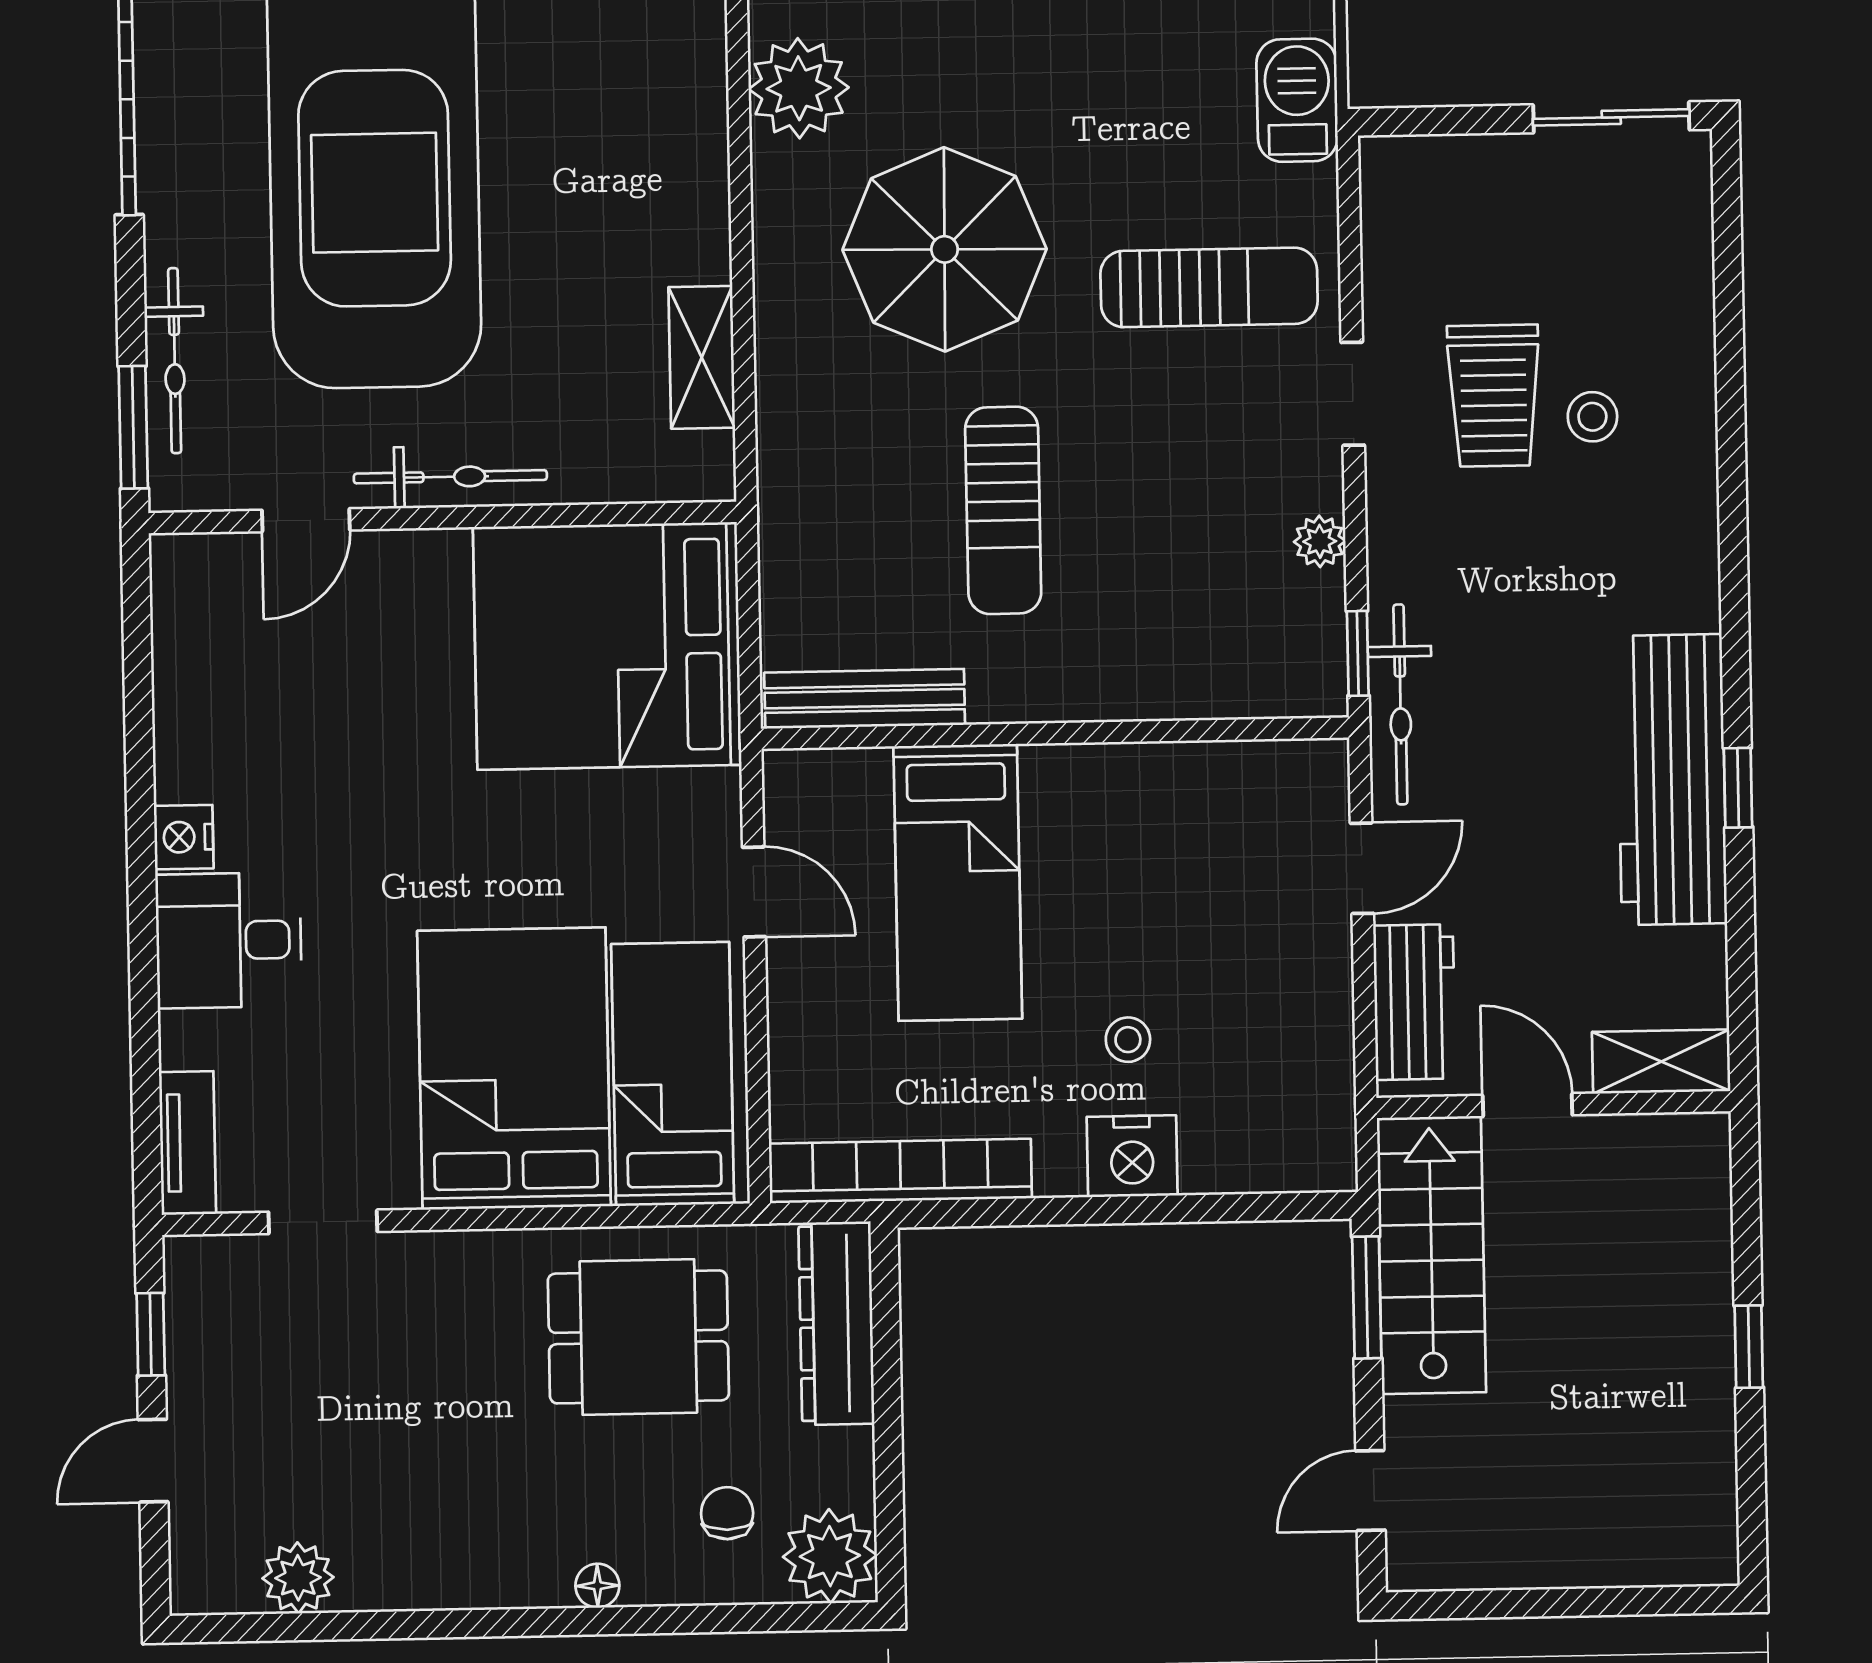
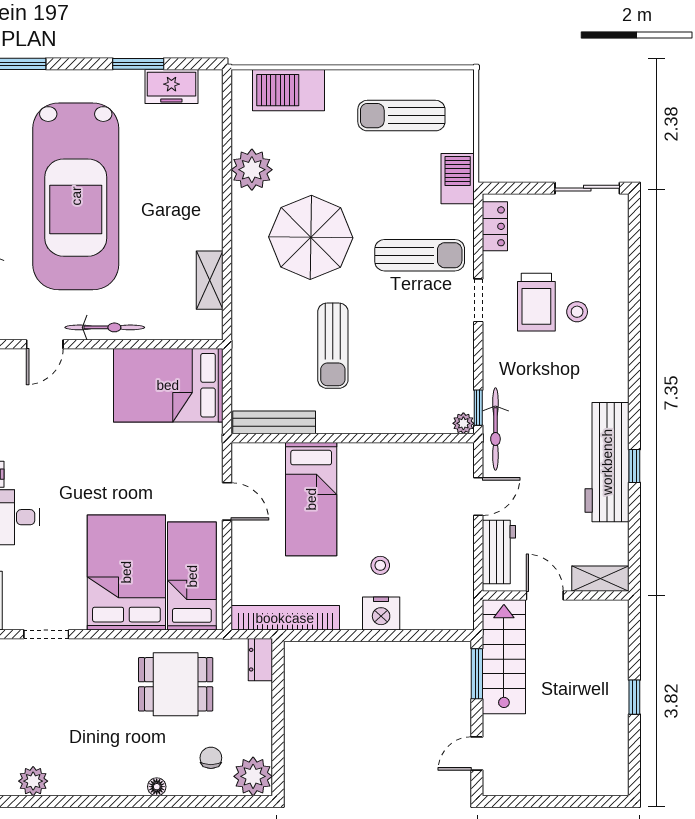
locker: (1389, 214) -> (495, 226), added
plant: (1320, 541) -> (463, 423), moved
bed: (607, 646) -> (168, 385), width x0.73
dresser: (836, 1323) -> (260, 660), width x0.51, depth x0.80

